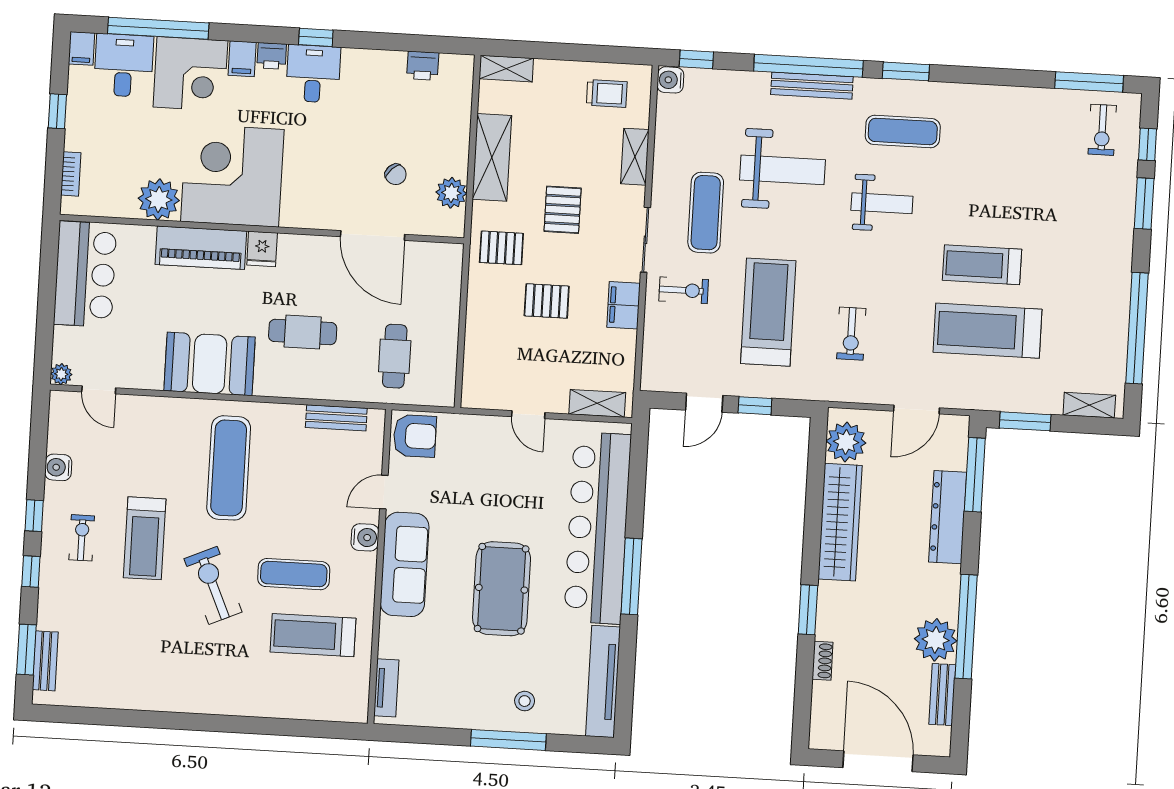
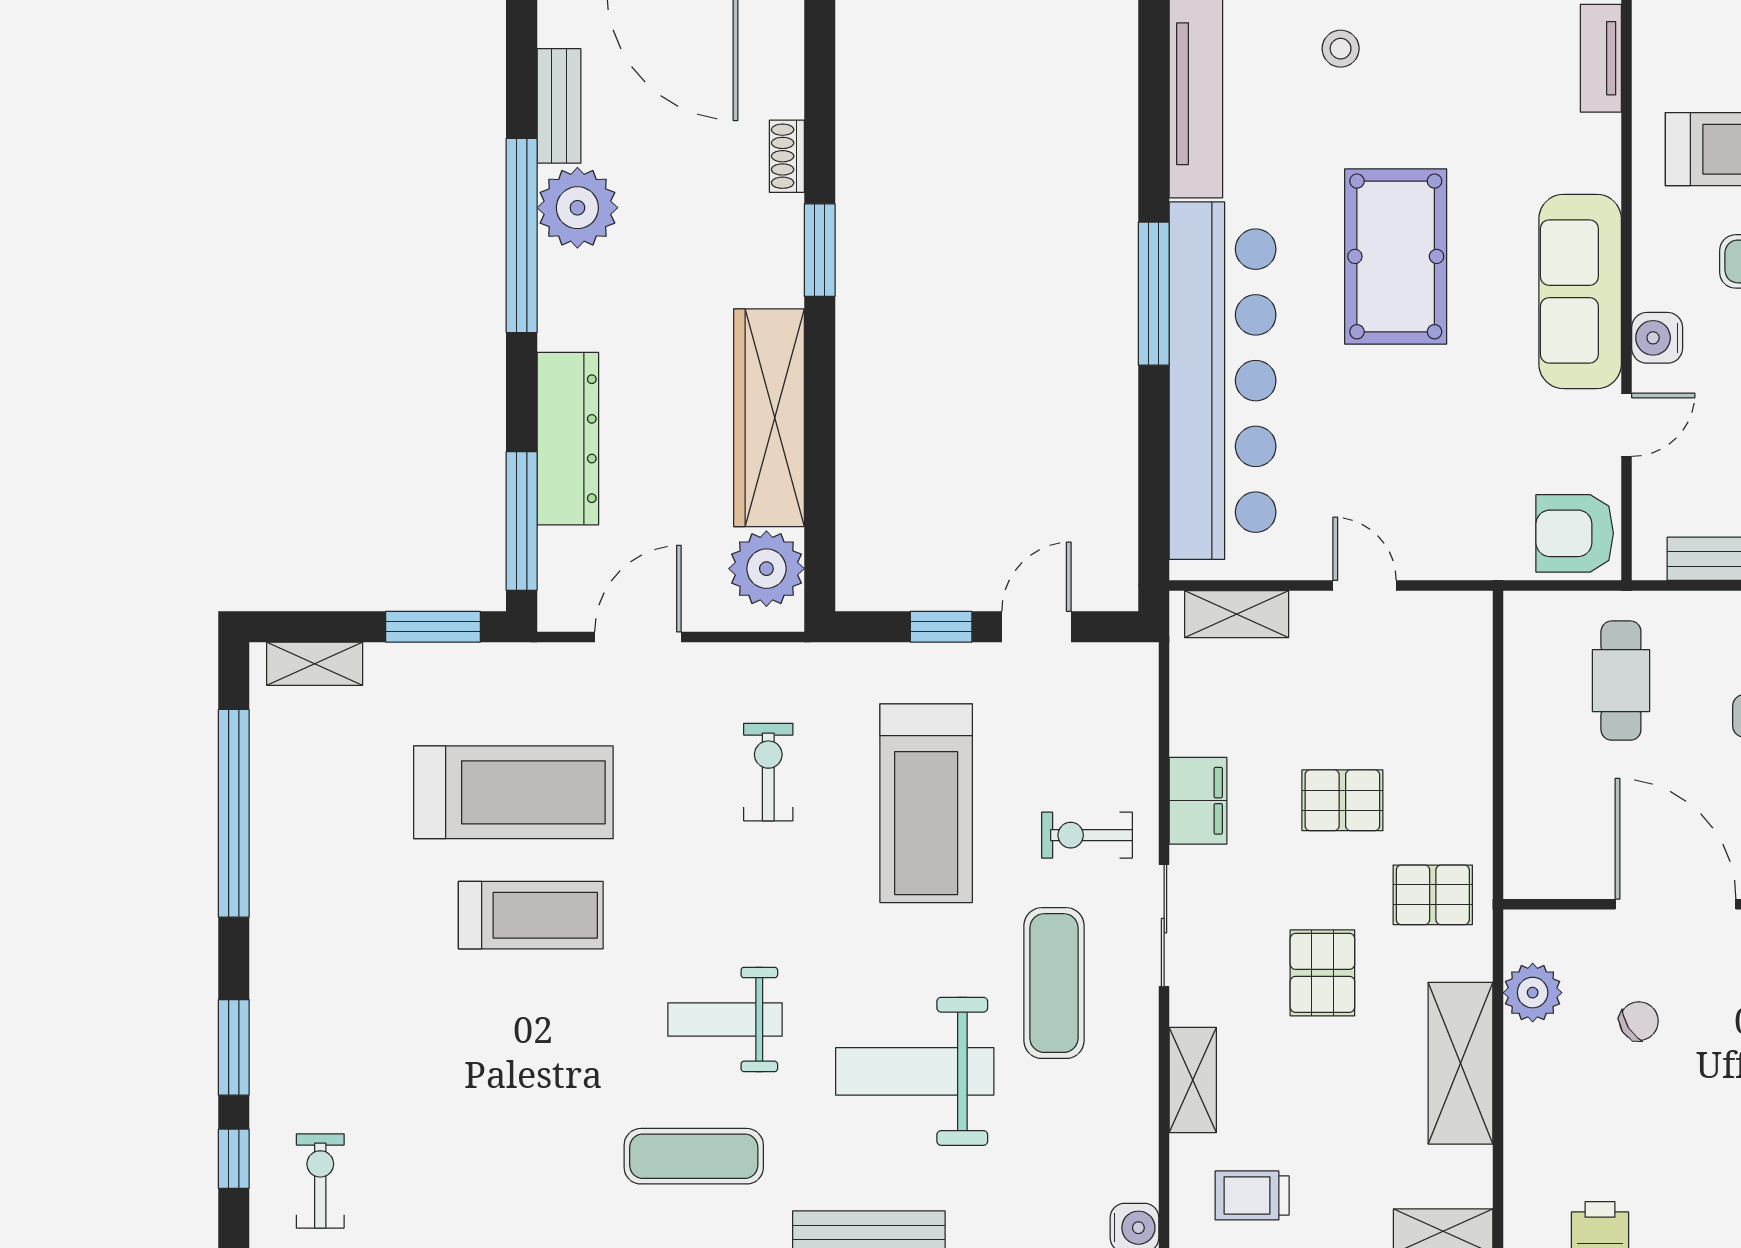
chair: (396, 174) -> (1639, 1021), turned 103

